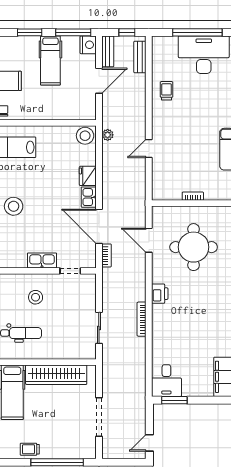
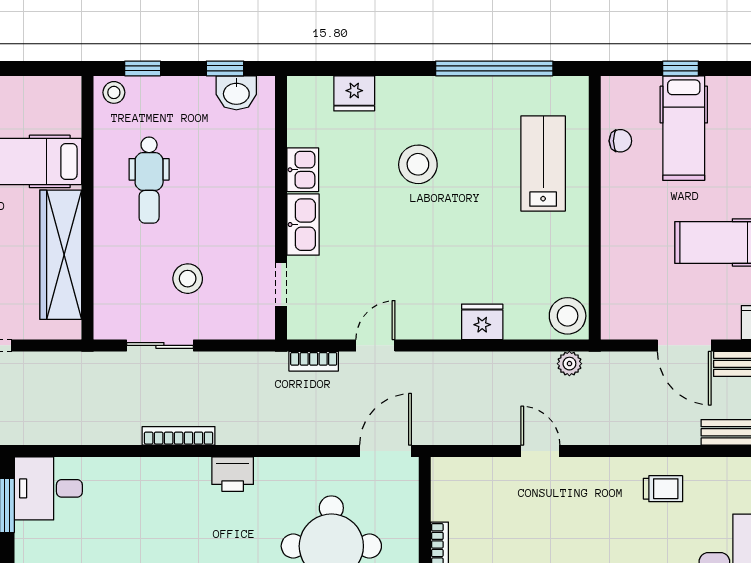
kitchen sink: (89, 197) -> (303, 170), moved, turned 90
door: (99, 226) -> (375, 345), width x0.53
door: (149, 240) -> (386, 451), moved
stool: (36, 297) -> (188, 279), moved

